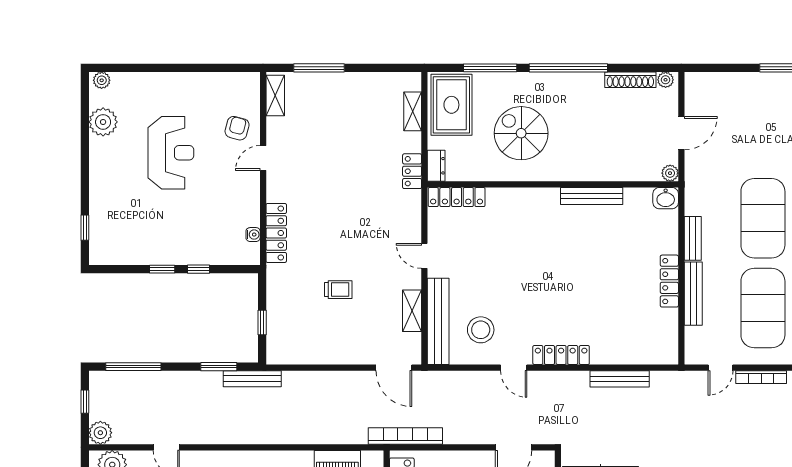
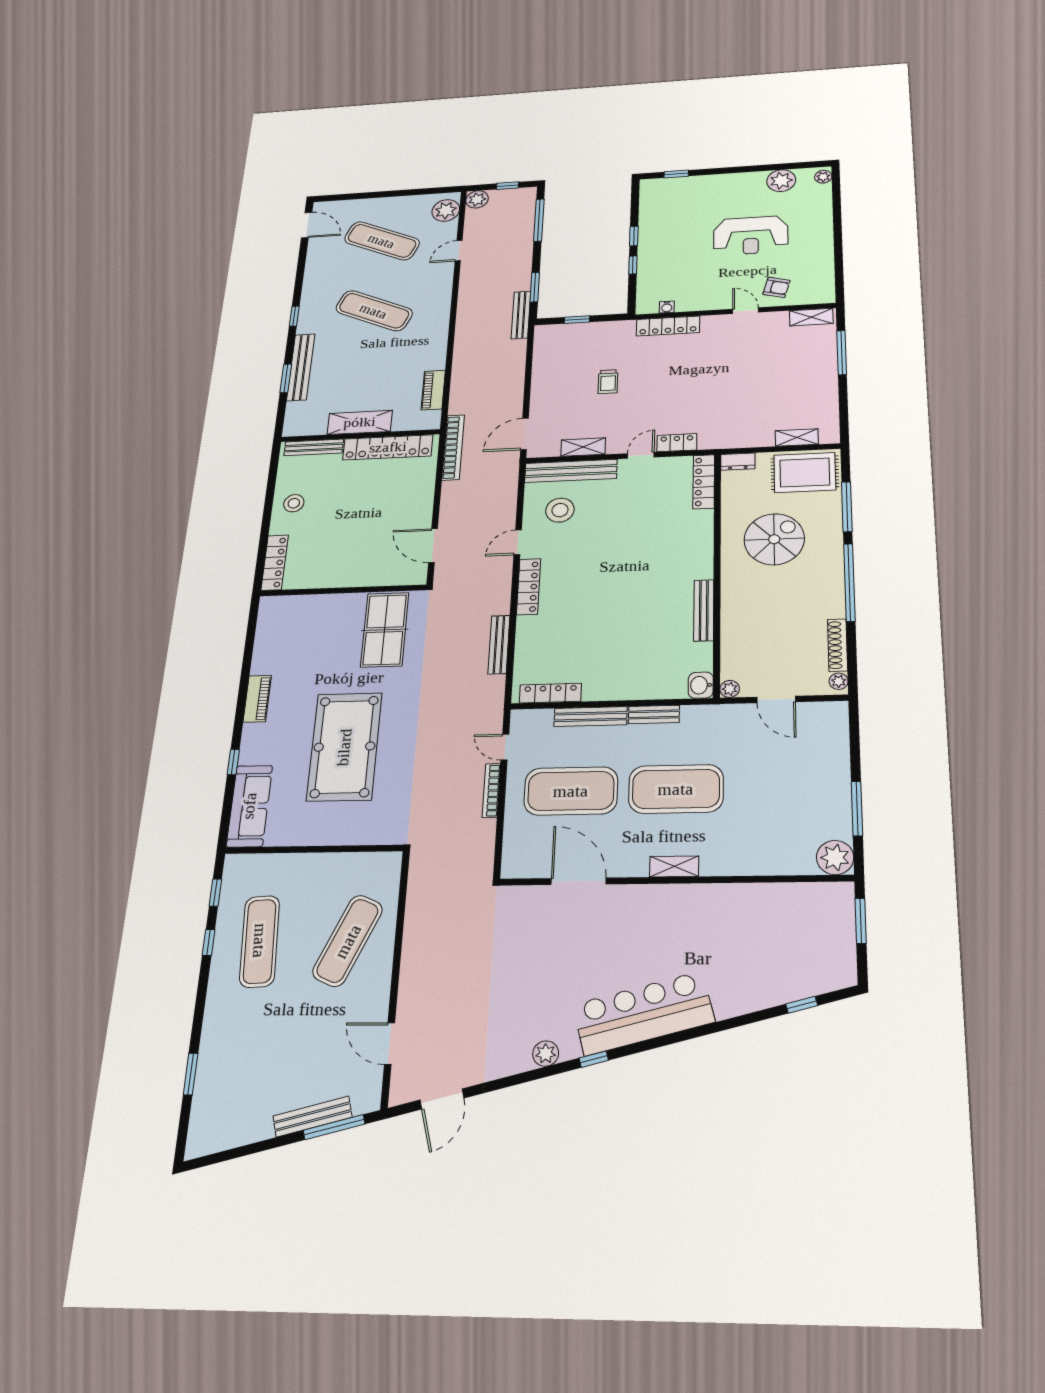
locker: (412, 171) -> (677, 443), moved
locker: (669, 281) -> (550, 693), moved

